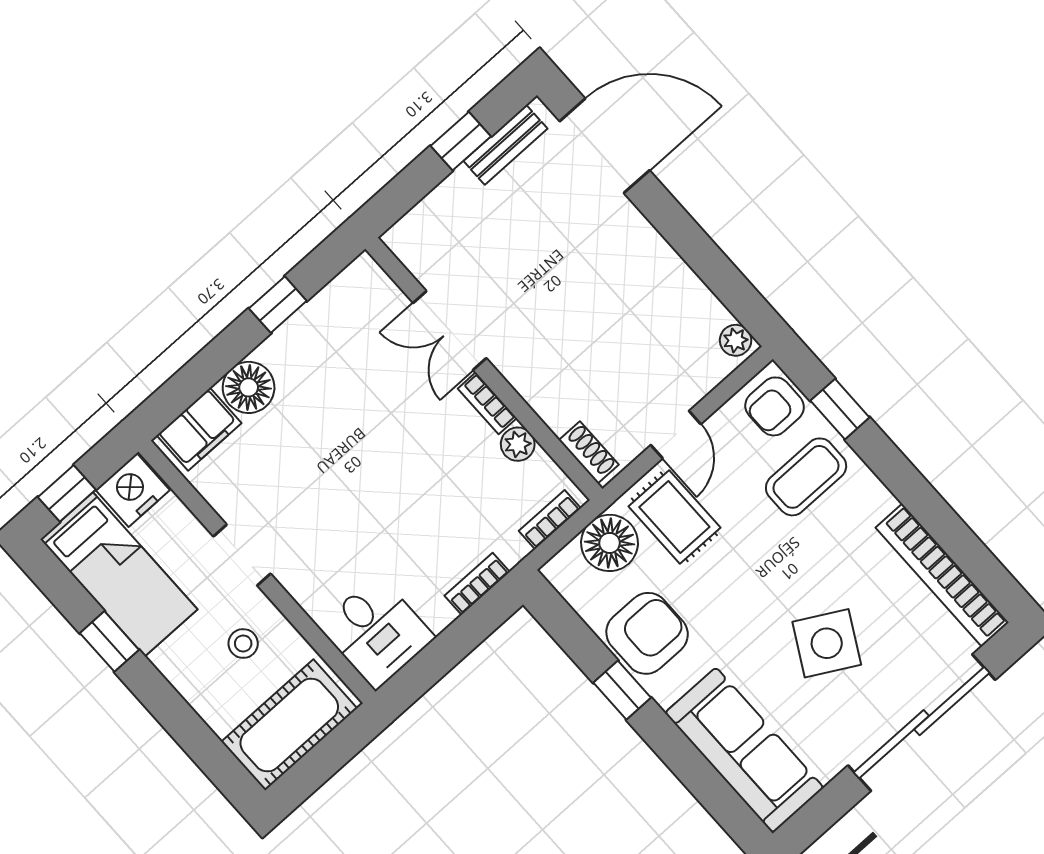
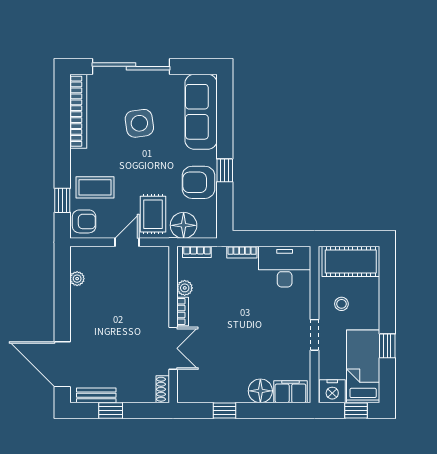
plant: (736, 340) -> (77, 279), moved
shoe rack: (589, 452) -> (163, 389), moved
desk: (377, 632) -> (285, 267), width x1.37
side table: (827, 643) -> (139, 123), turned -37

